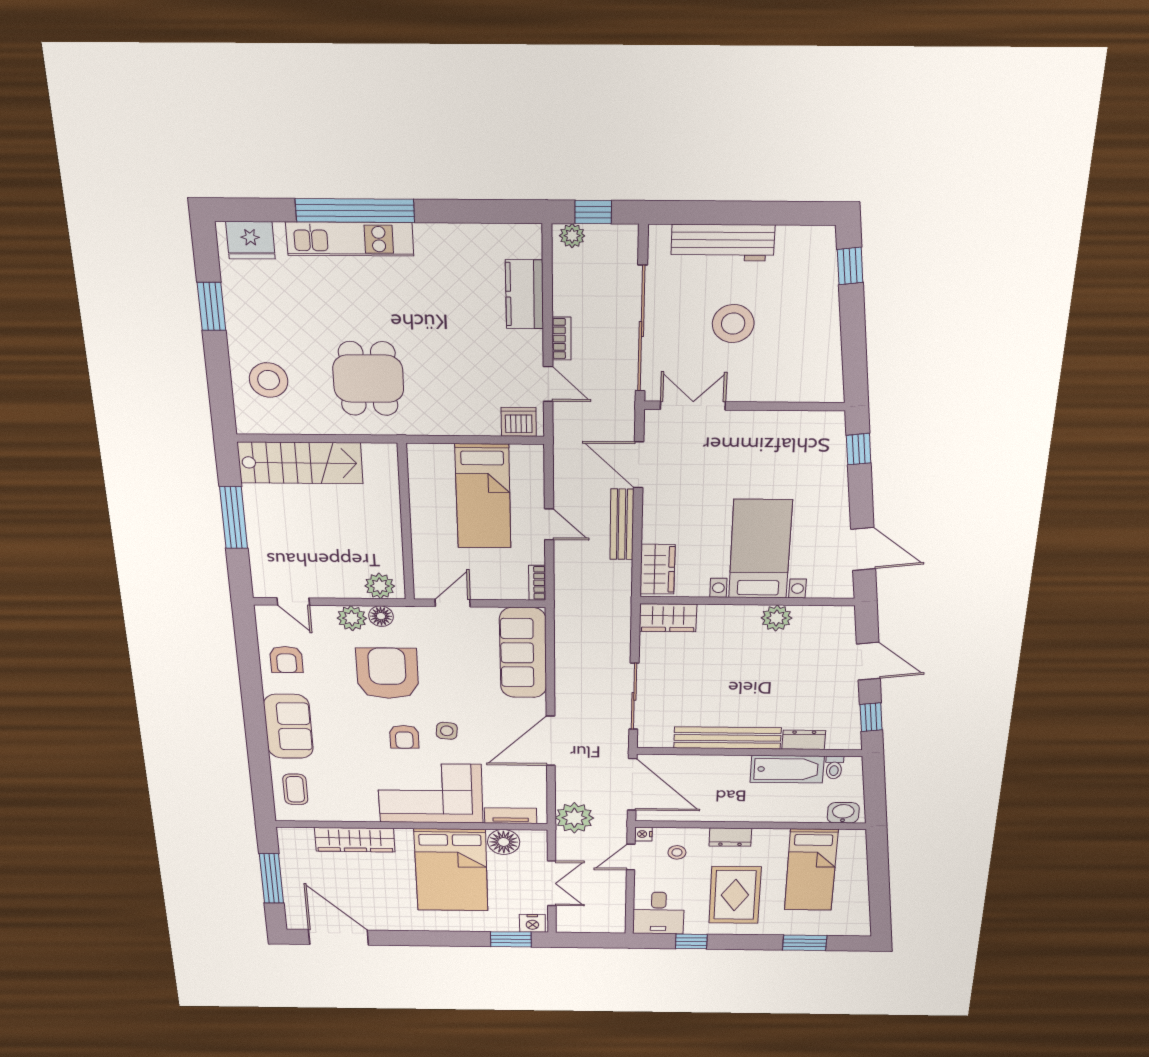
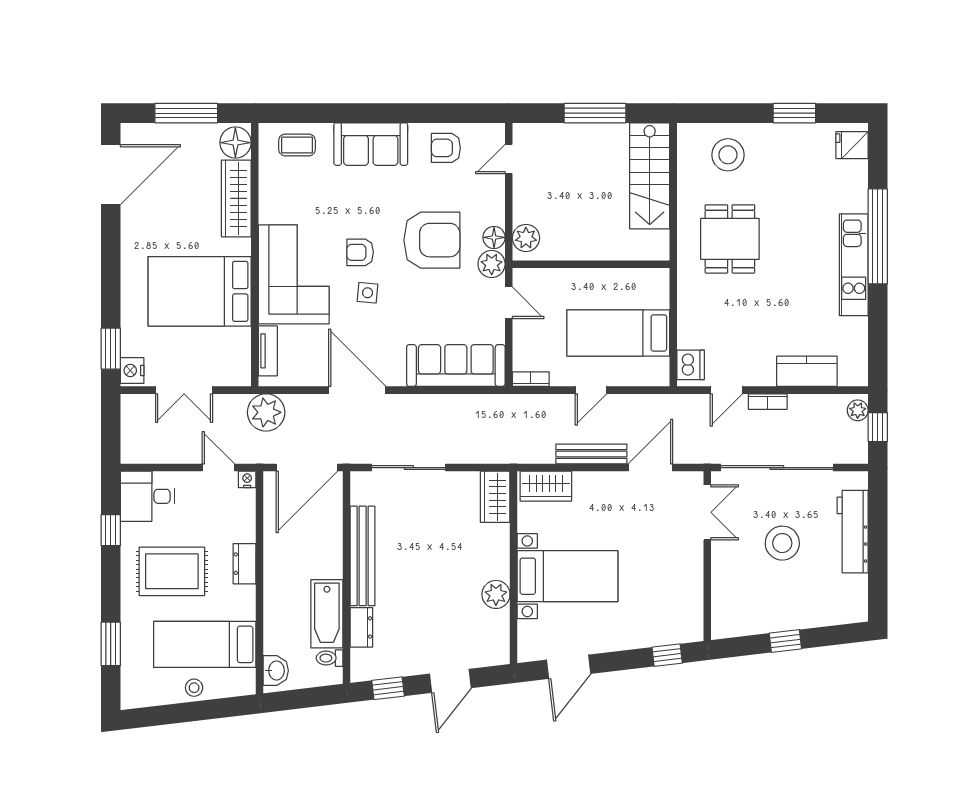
kitchen unit: (350, 239) -> (854, 265), moved
fridge: (250, 240) -> (852, 145), width x0.72
window: (850, 266) -> (785, 641), moved
dining table: (368, 379) -> (730, 239), turned 90
plant: (352, 618) -> (492, 264), moved
floor lamp: (504, 842) -> (235, 143), moved
stool: (677, 852) -> (194, 688), moved

